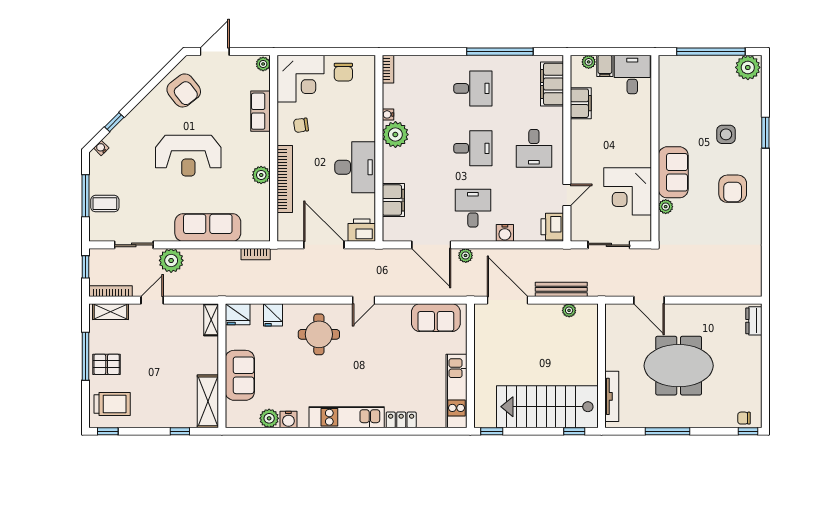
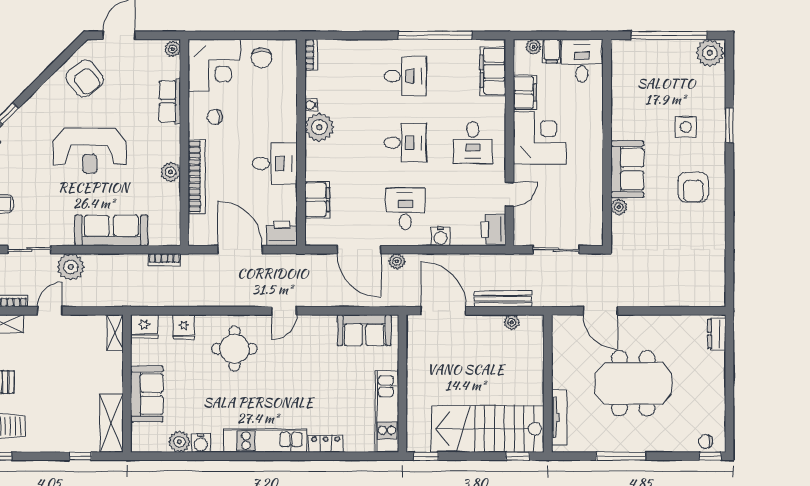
desk: (355, 167) -> (275, 163), width x0.73
corner desk: (628, 191) -> (540, 138), moved, turned 180

